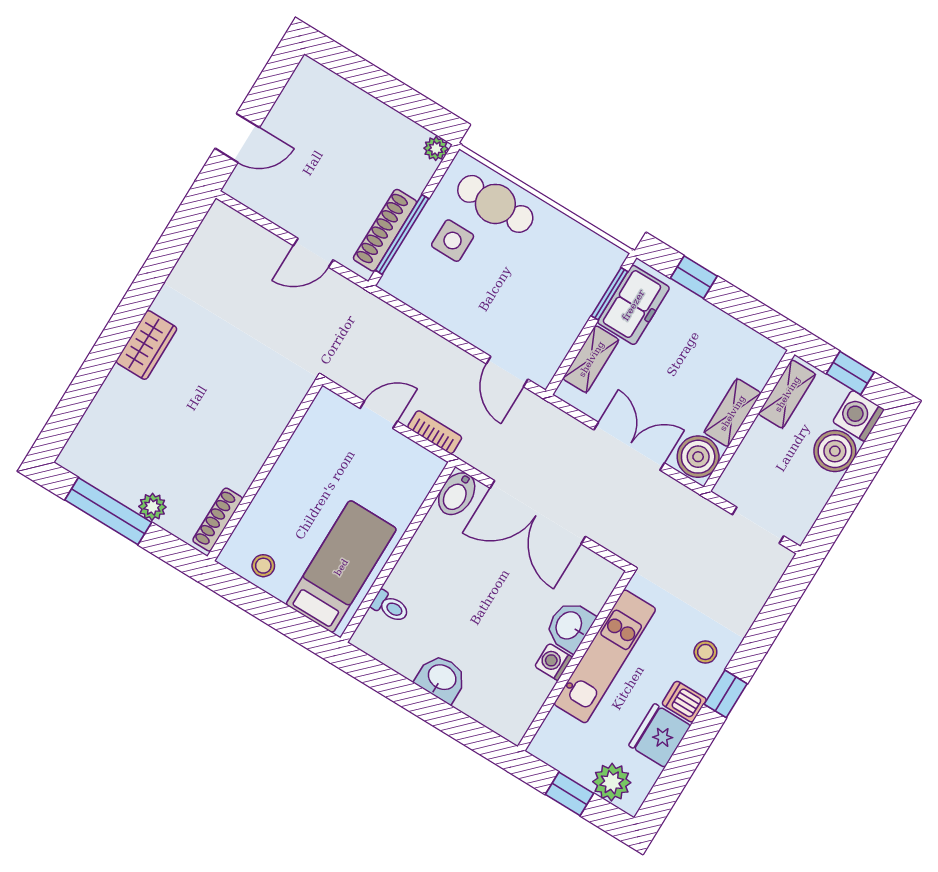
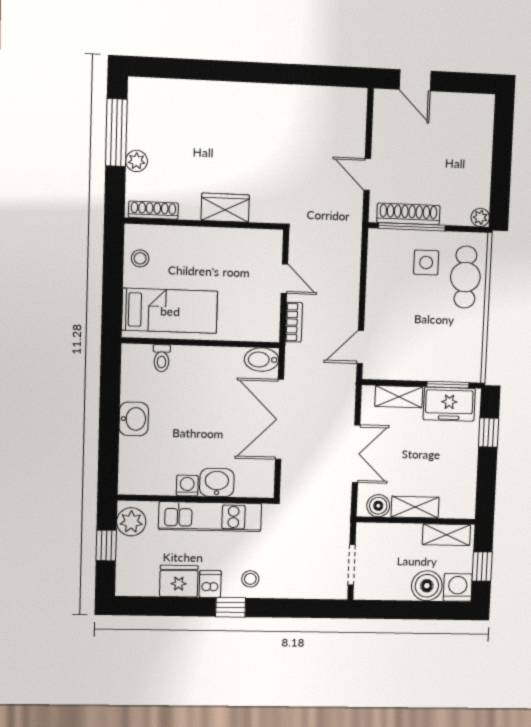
wardrobe: (146, 345) -> (225, 208), moved, turned 180
boiler: (698, 457) -> (378, 506), width x0.73, depth x0.73
plant: (612, 782) -> (131, 522), moved

